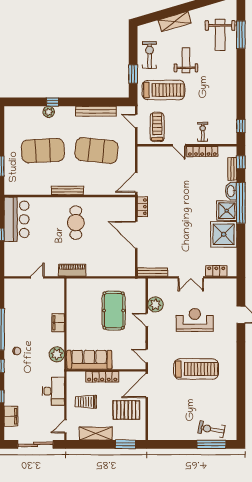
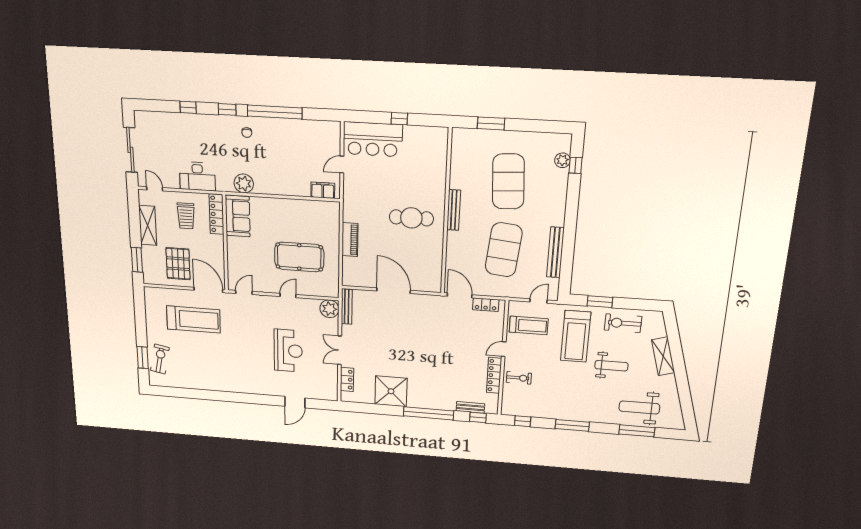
exercise bike: (149, 55) -> (623, 323), turned 180
window: (241, 86) -> (572, 425), added
window: (52, 102) -> (575, 165), moved
plant: (49, 112) -> (562, 160), moved
washbasin: (231, 191) -> (443, 404), removed
locker: (142, 207) -> (486, 305), moved
shower: (227, 211) -> (420, 397), removed
bar counter: (17, 219) -> (373, 139), moved
door: (136, 235) -> (393, 291), hinge flipped
piano: (72, 270) -> (350, 240), moved
door: (37, 277) -> (342, 165), swing flipped
plant: (155, 304) -> (329, 309), moved
filing cabinet: (58, 323) -> (323, 190), moved
sofa: (89, 360) -> (238, 216), width x0.73
treadmill: (196, 369) -> (193, 319), moved, turned -90
locker: (102, 377) -> (217, 214), moved
trolley: (86, 402) -> (186, 216), turned 180
filing cabinet: (11, 416) -> (164, 120), removed
window: (211, 444) -> (143, 358), width x0.69

